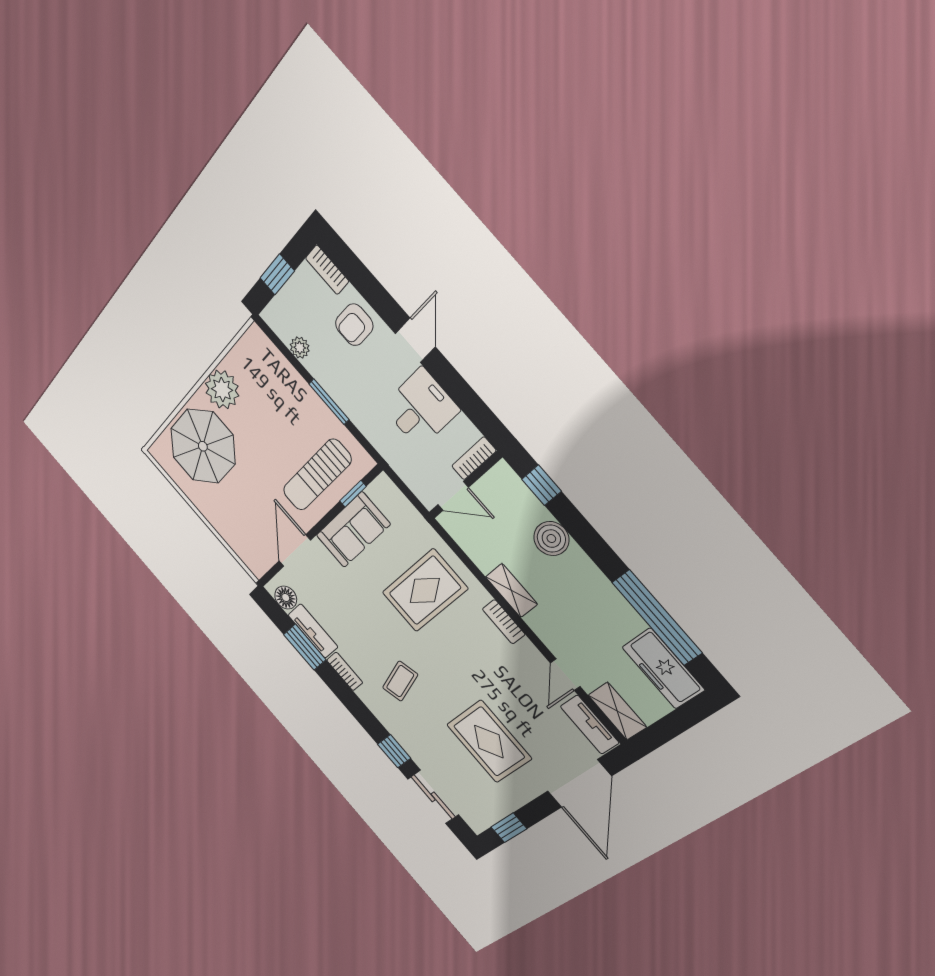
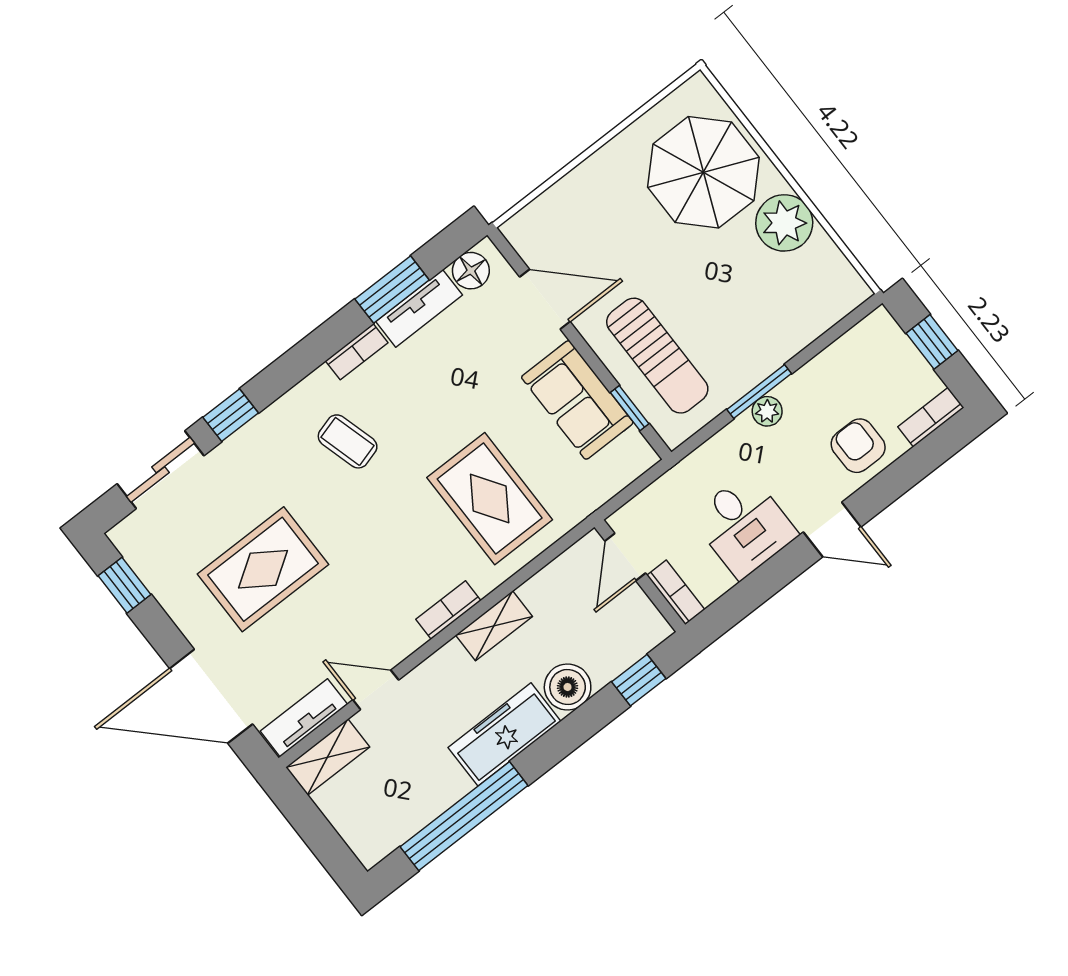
plant: (300, 348) -> (767, 411), moved
sun lounger: (317, 475) -> (657, 356), turned 180
freezer: (663, 668) -> (504, 734), moved

